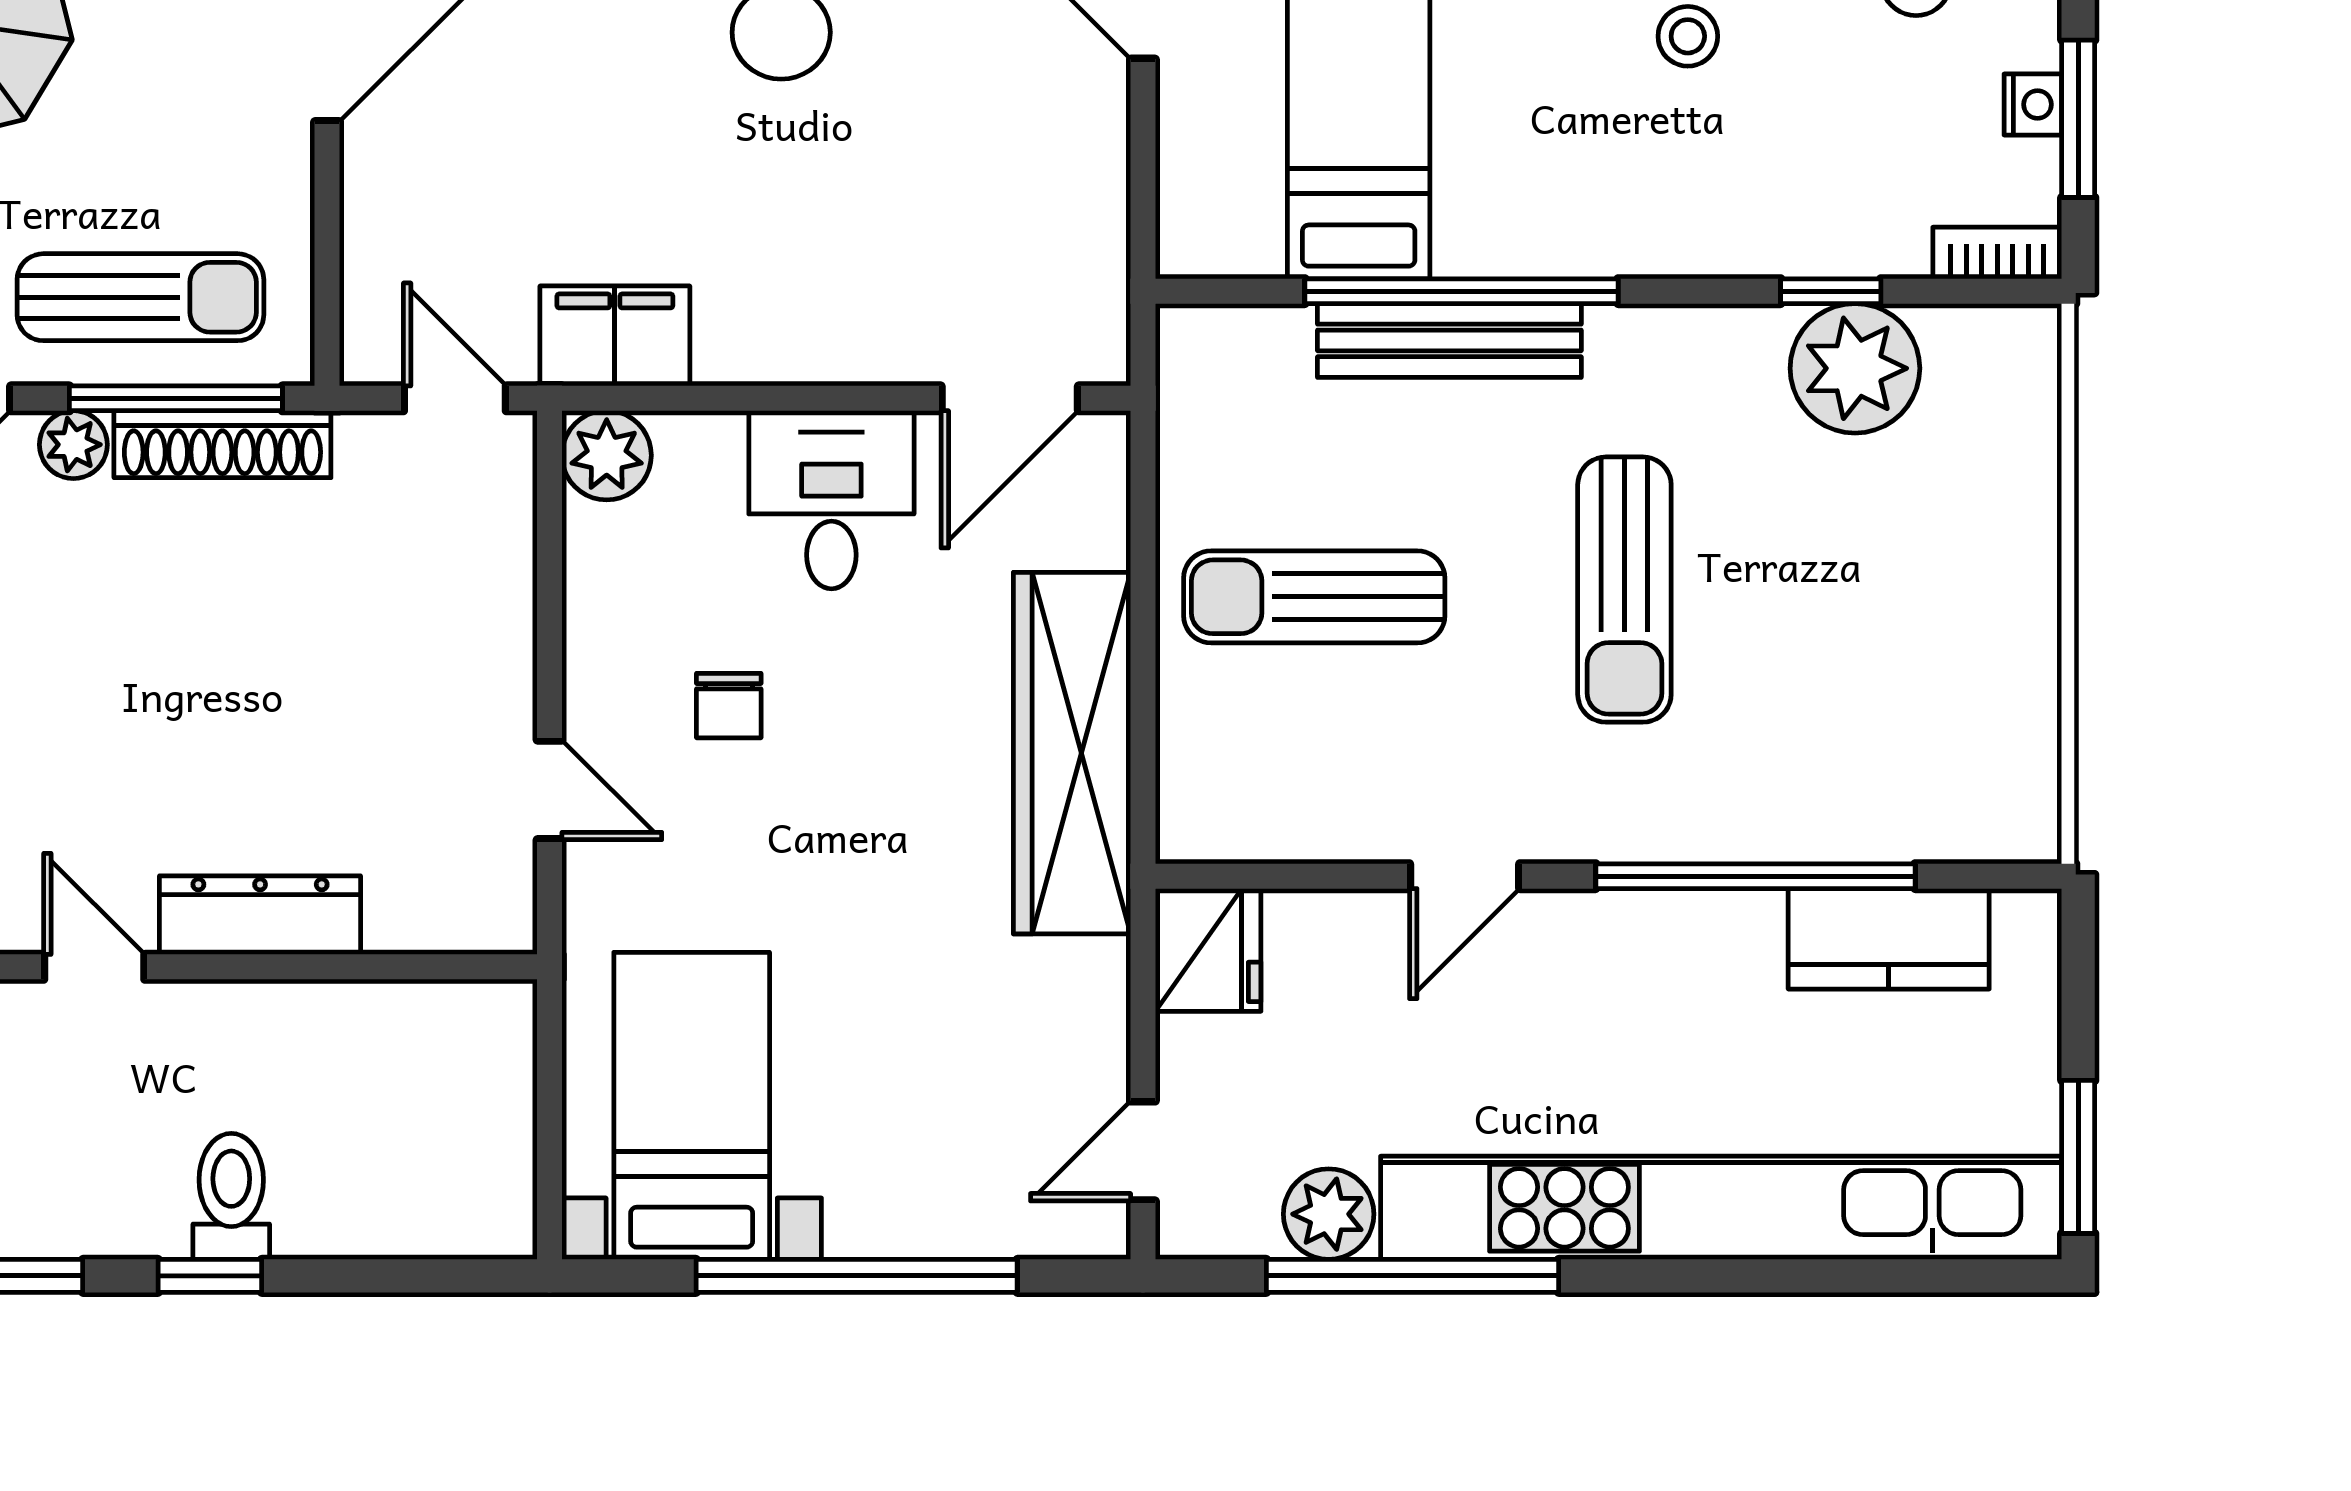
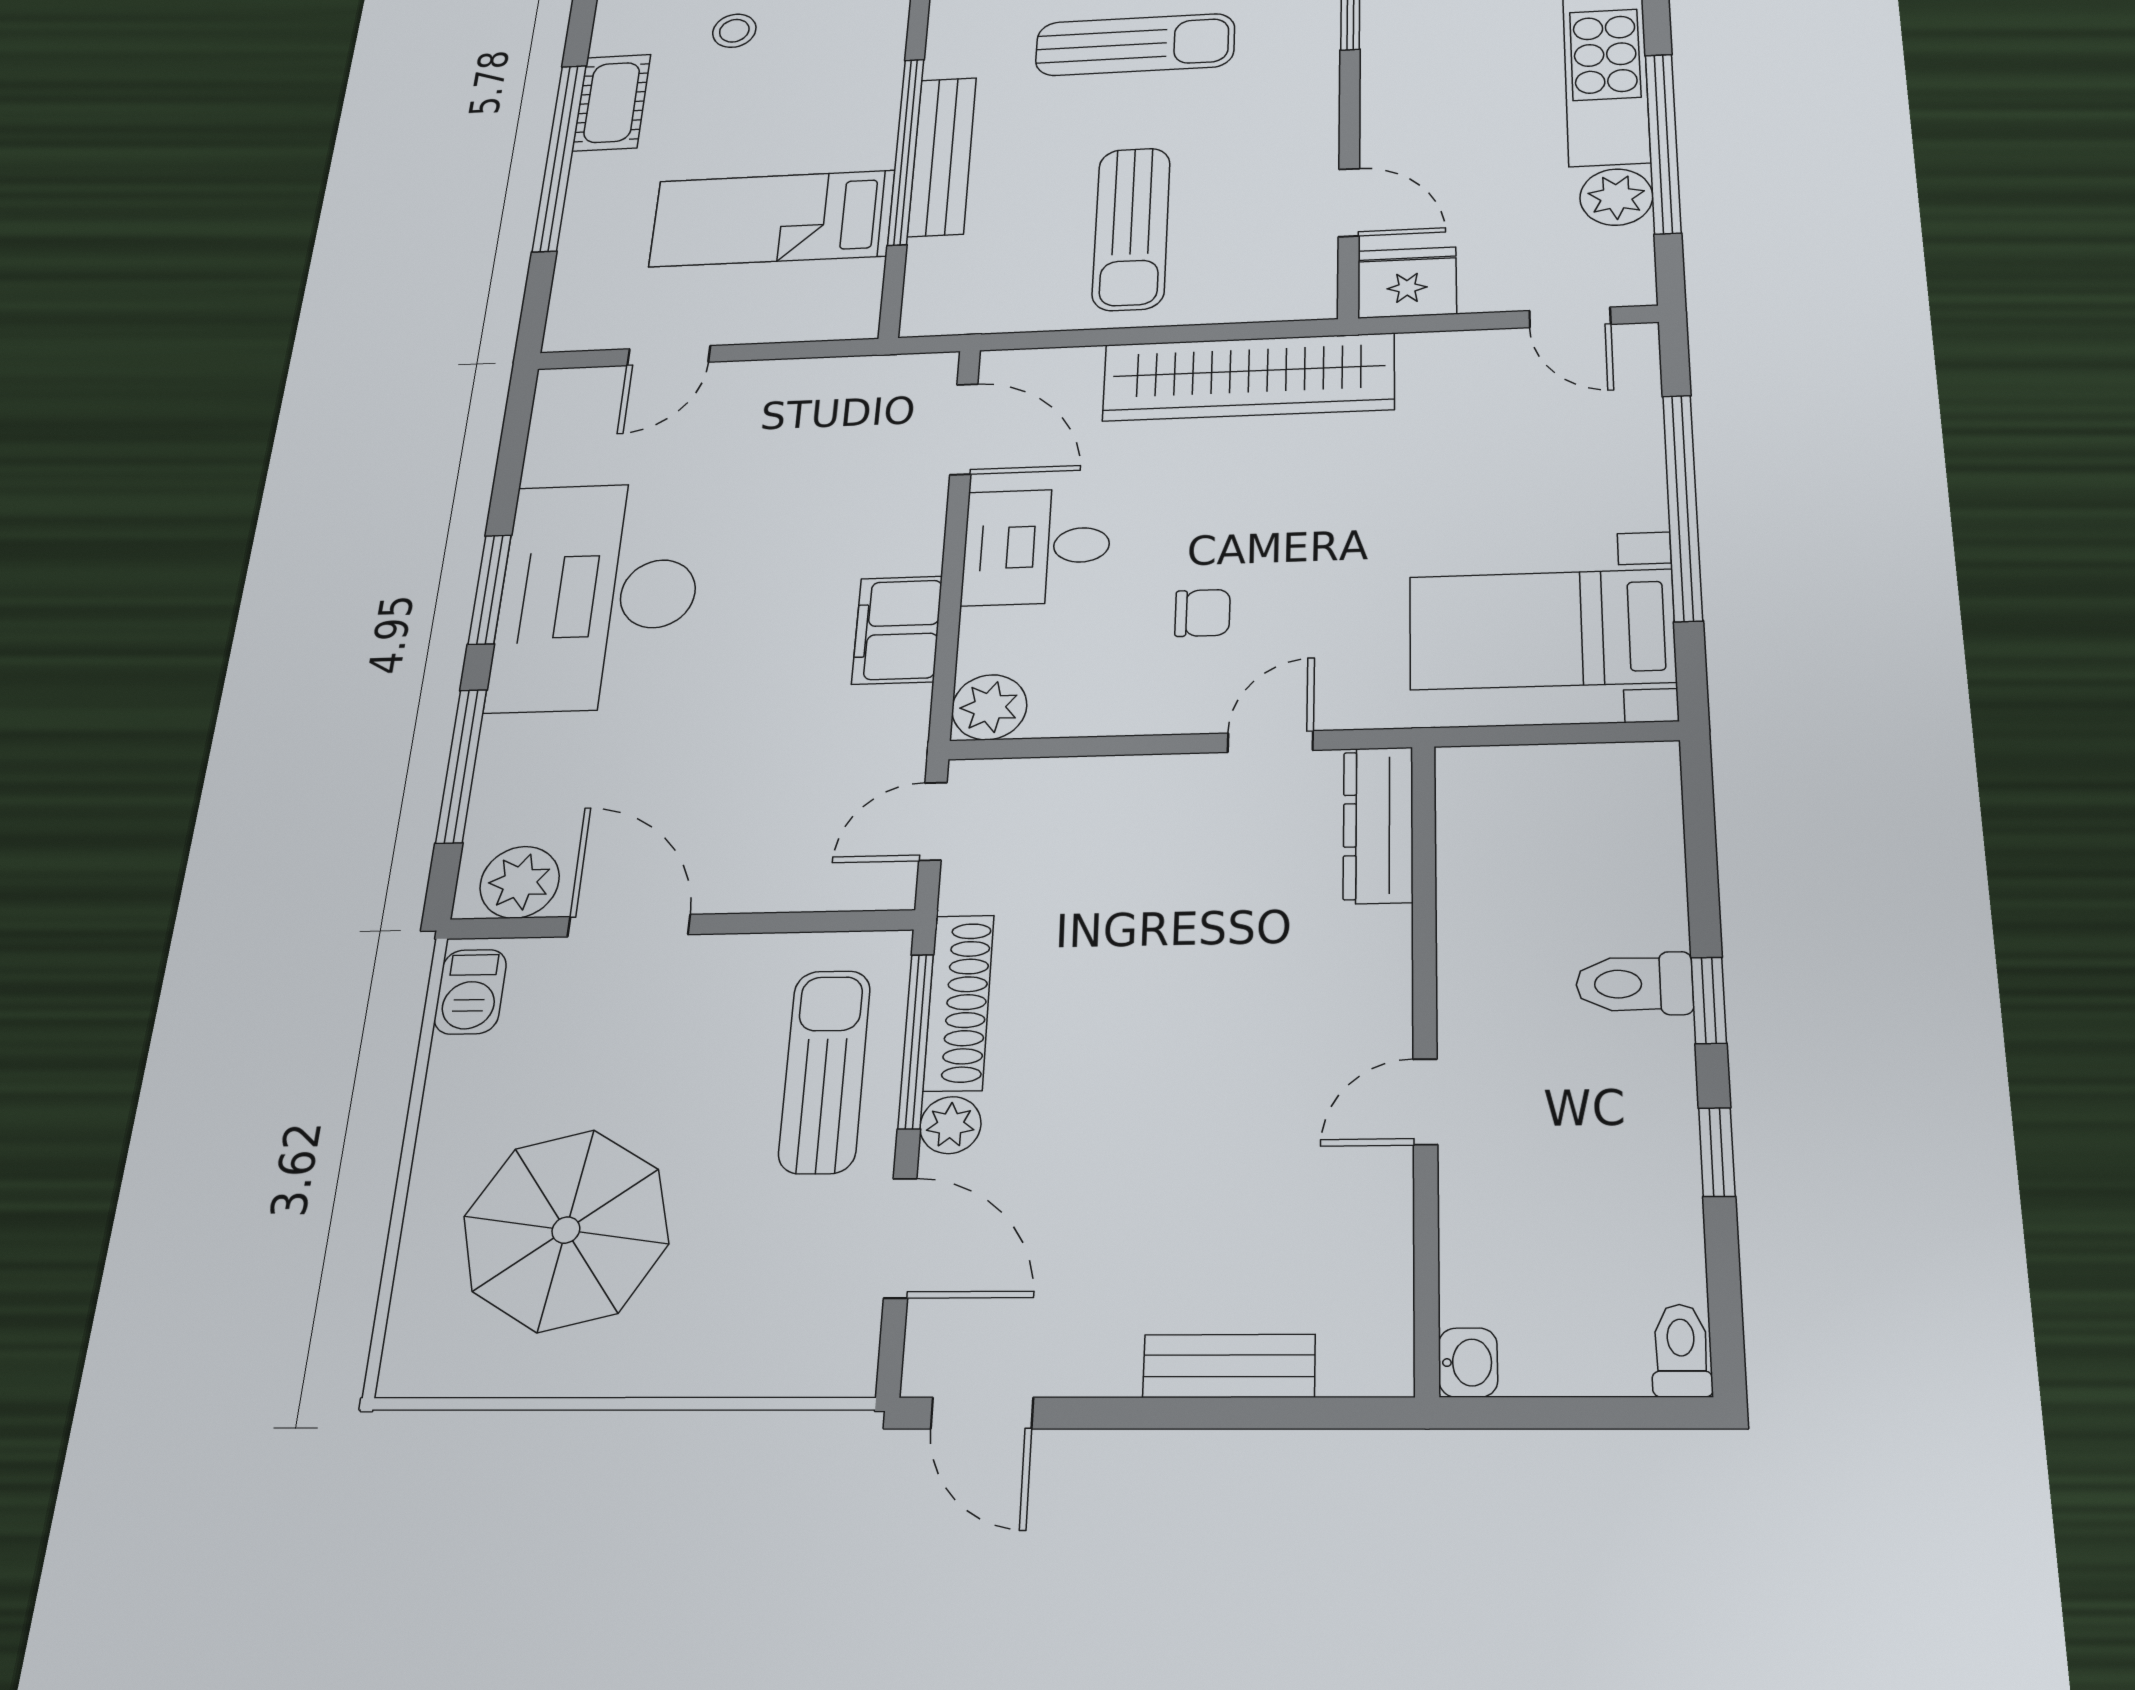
filing cabinet: (615, 336) -> (897, 630), moved
door: (1465, 876) -> (1349, 202), moved
dresser: (260, 915) -> (1378, 825), moved

